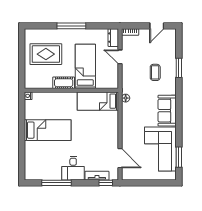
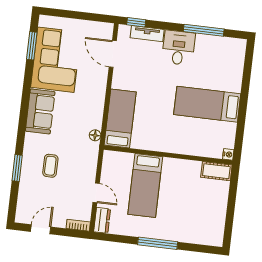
rug: (46, 54) -> (197, 209), removed
cot: (64, 83) -> (216, 171), moved
bed: (98, 101) -> (120, 118), moved, turned -90

